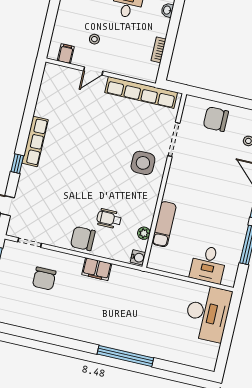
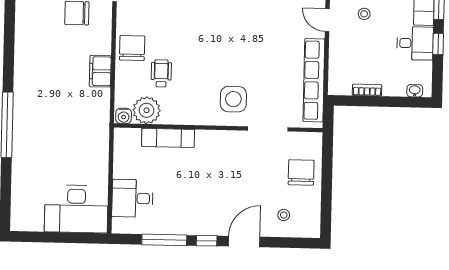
plant: (144, 233) -> (147, 110), width x1.87, depth x1.87

